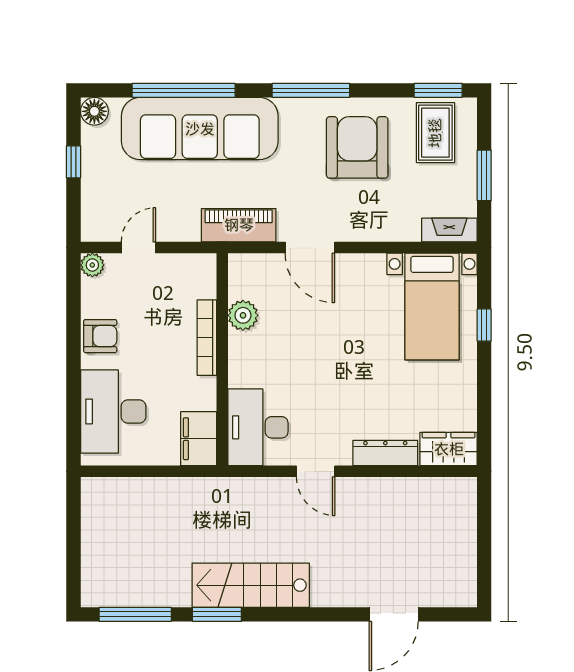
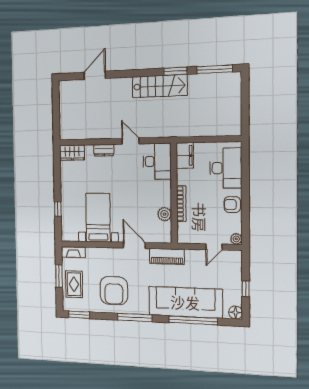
rug: (435, 133) -> (74, 284), moved
bed with nightstands: (432, 307) -> (98, 218), moved
dresser: (385, 453) -> (104, 150), width x0.70

